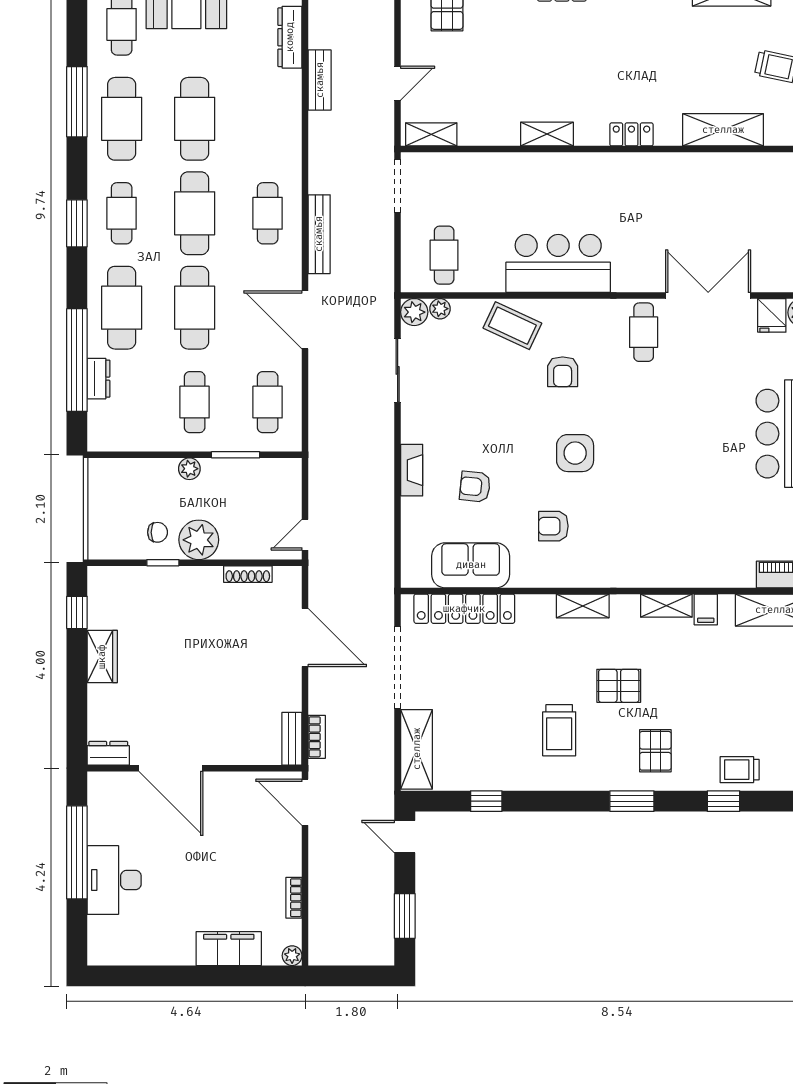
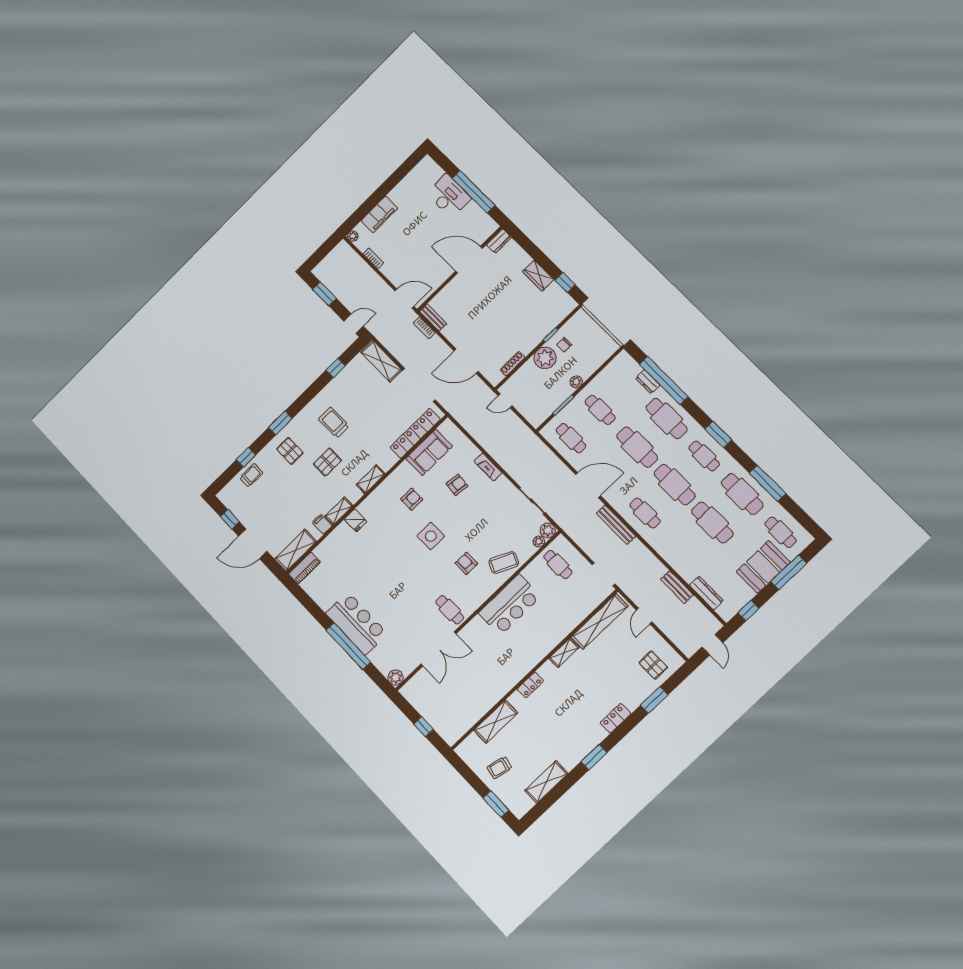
shelving: (431, 134) -> (599, 622), width x2.20, depth x1.33
fridge: (772, 315) -> (356, 520), moved, turned 180
door: (305, 535) -> (505, 401), swing flipped

